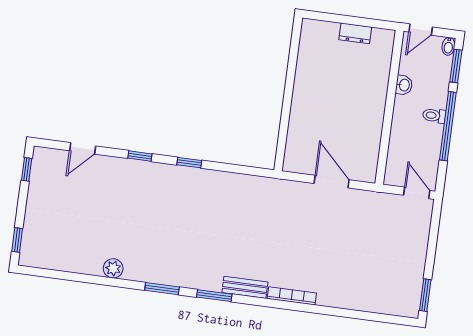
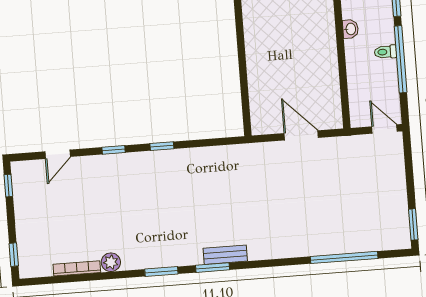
bench: (245, 287) -> (225, 255), moved
bookcase: (292, 296) -> (77, 268), moved
window: (349, 313) -> (344, 257), added

